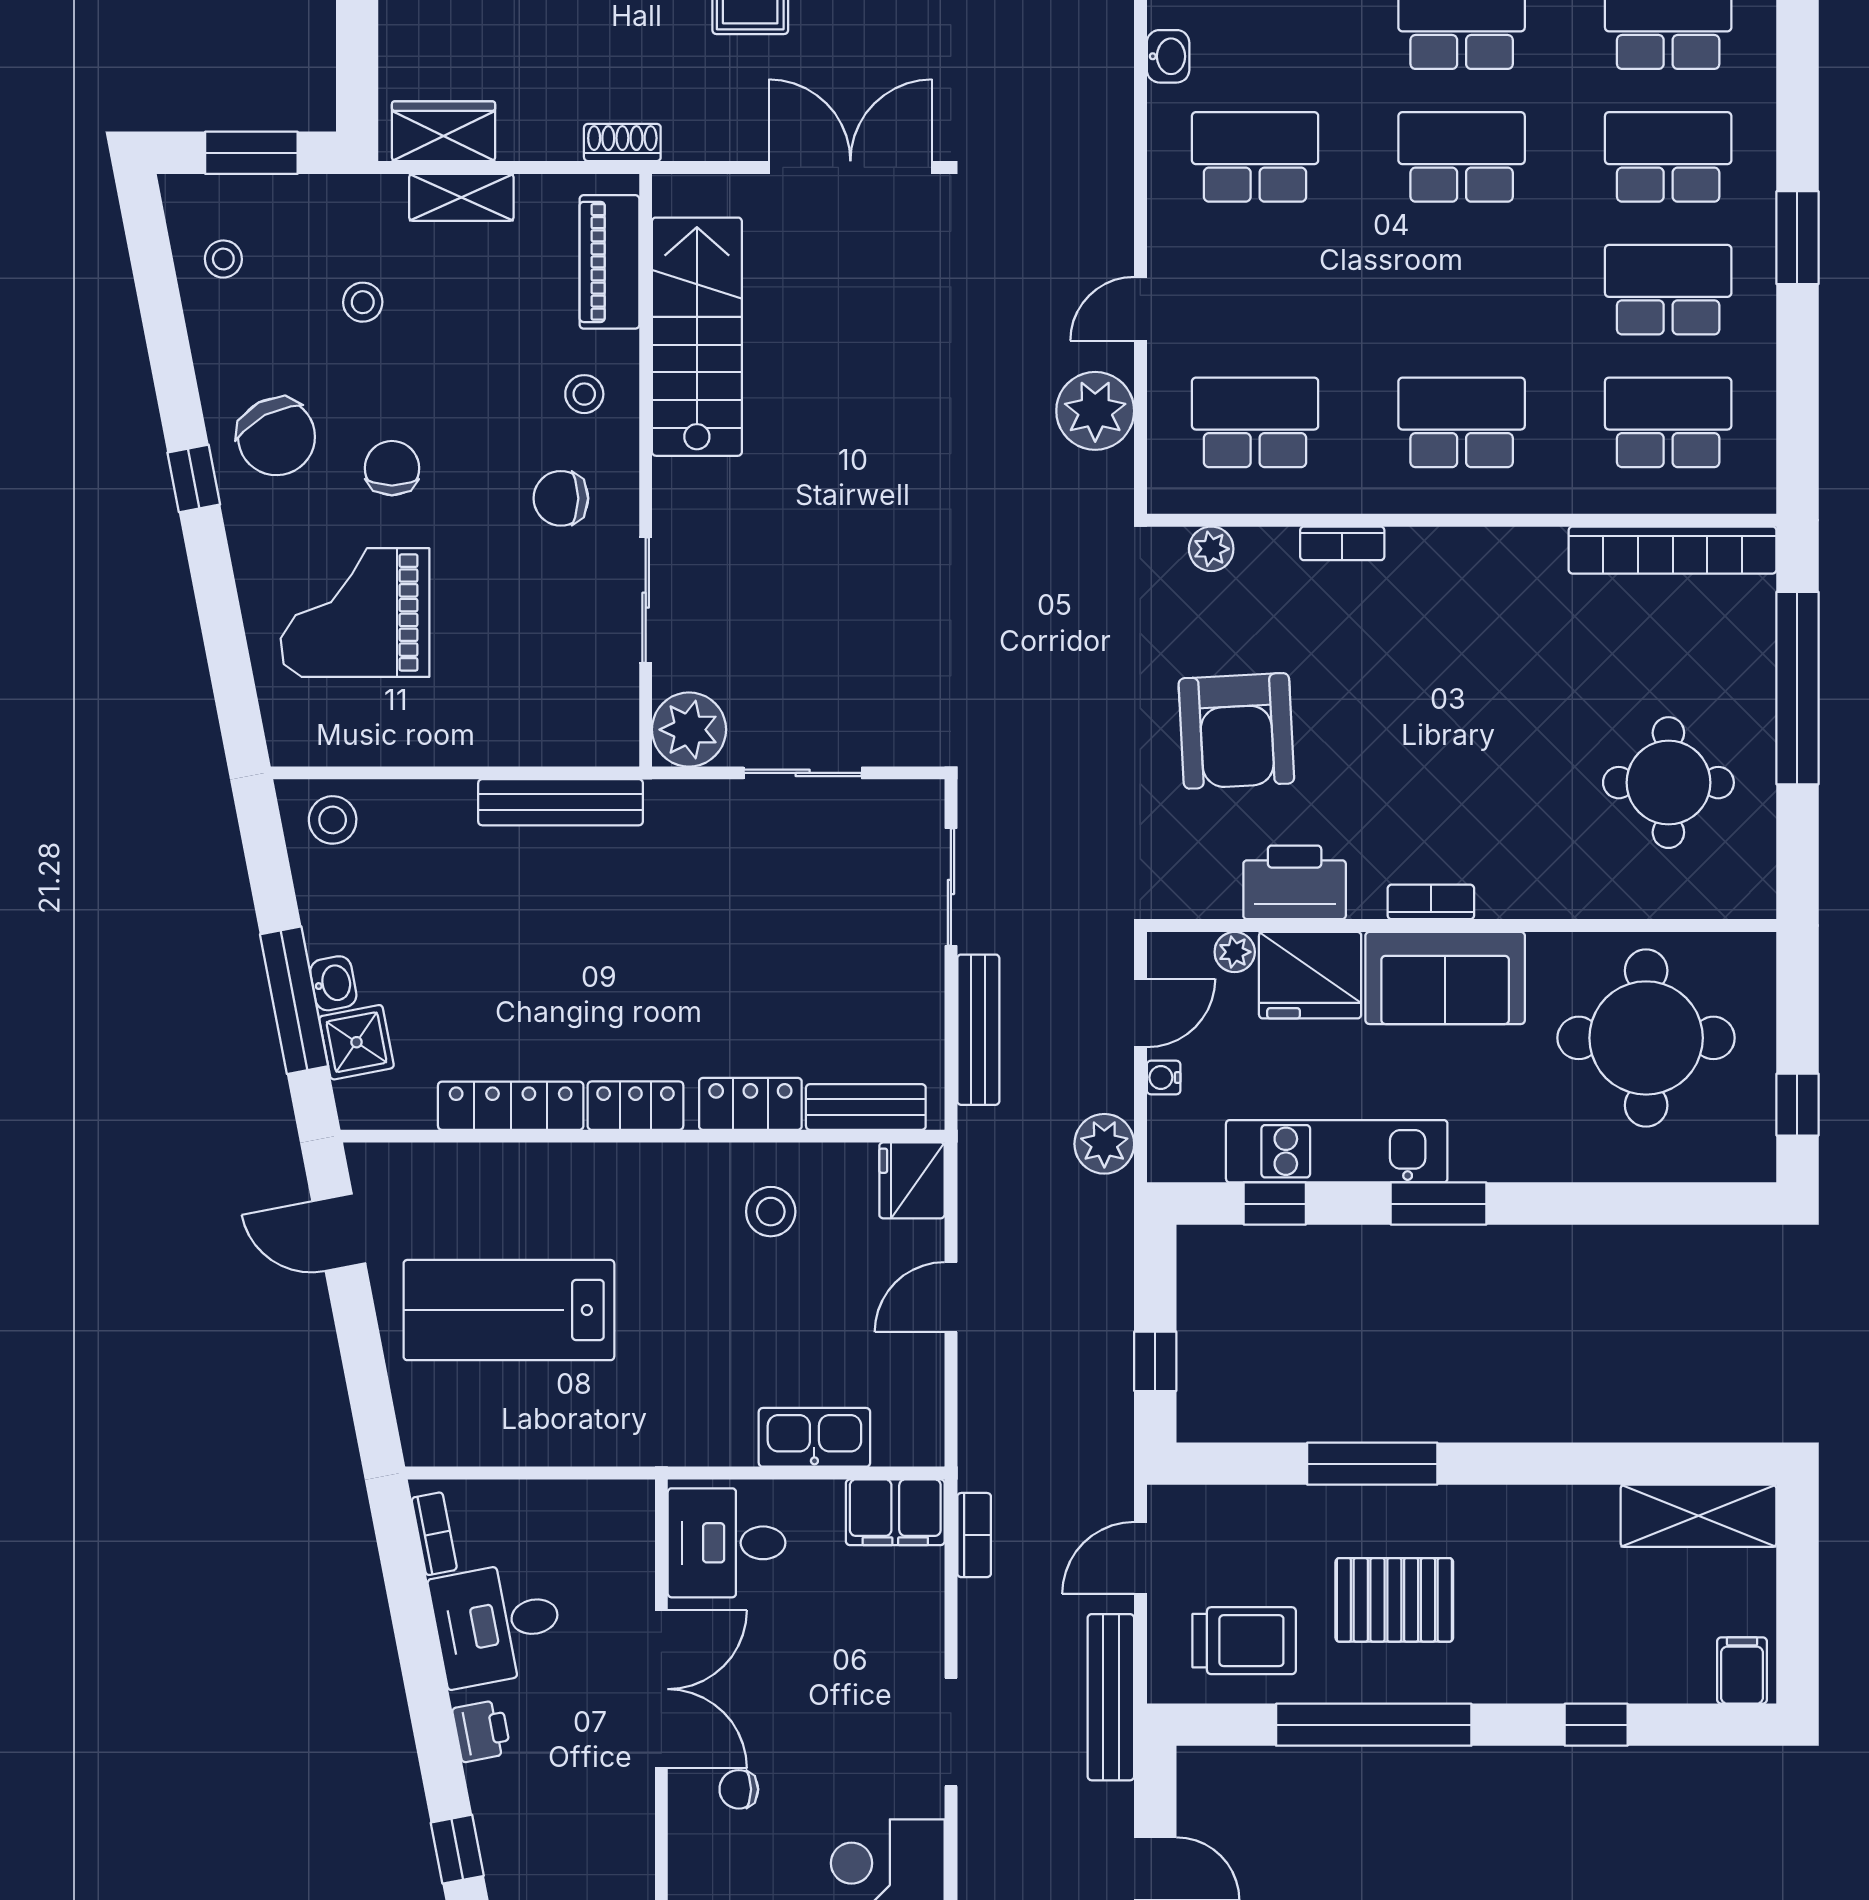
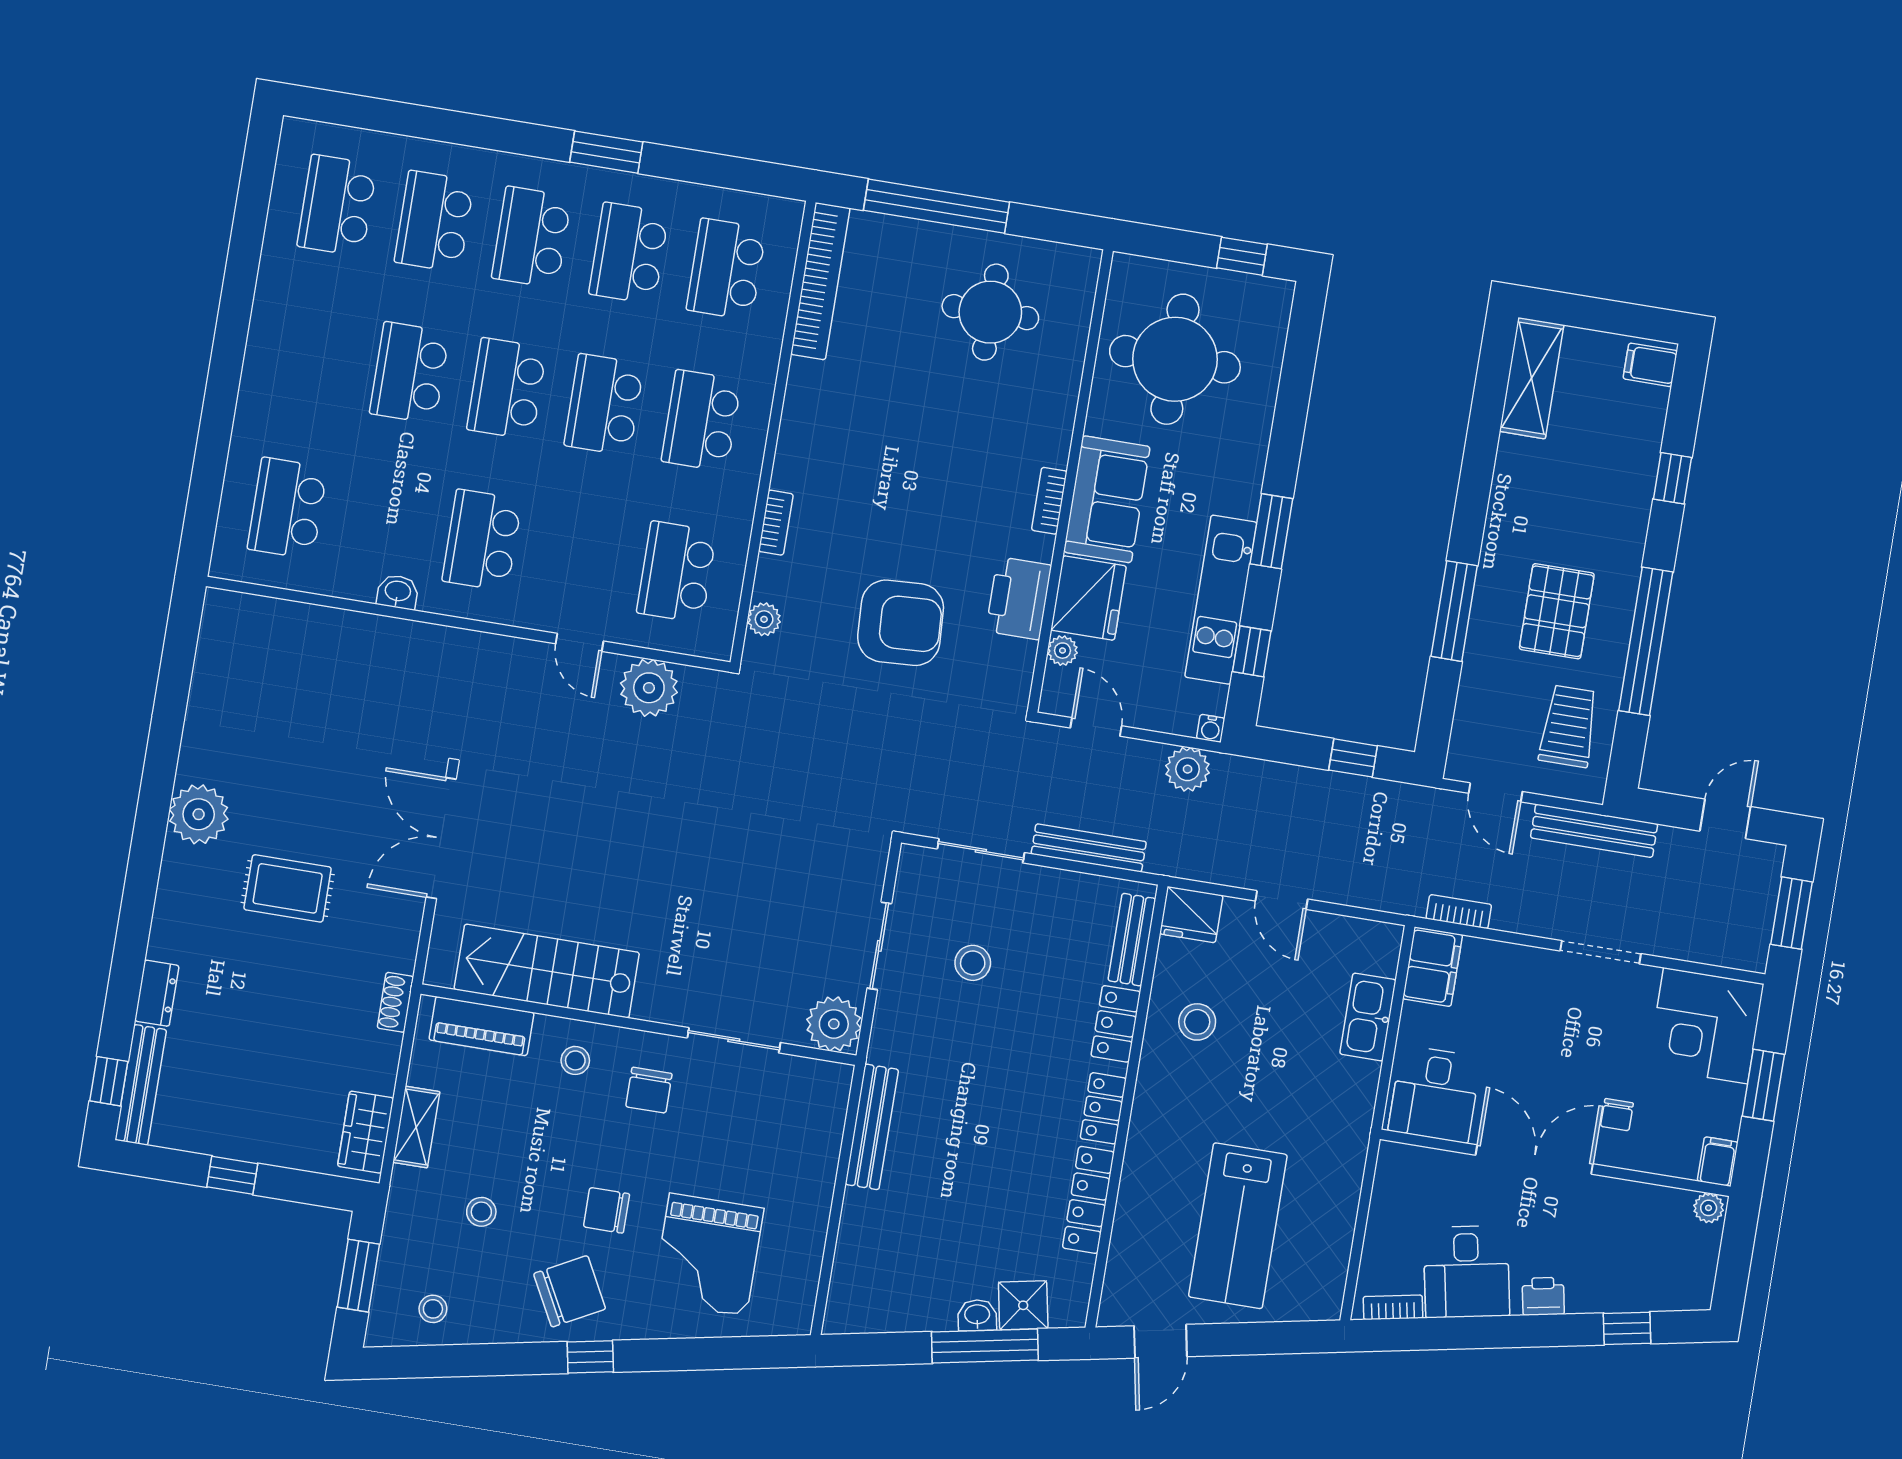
school desk: (1462, 290) -> (604, 405), added
stool: (333, 820) -> (973, 963), moved
water cooler: (1164, 1077) -> (1211, 728), moved

